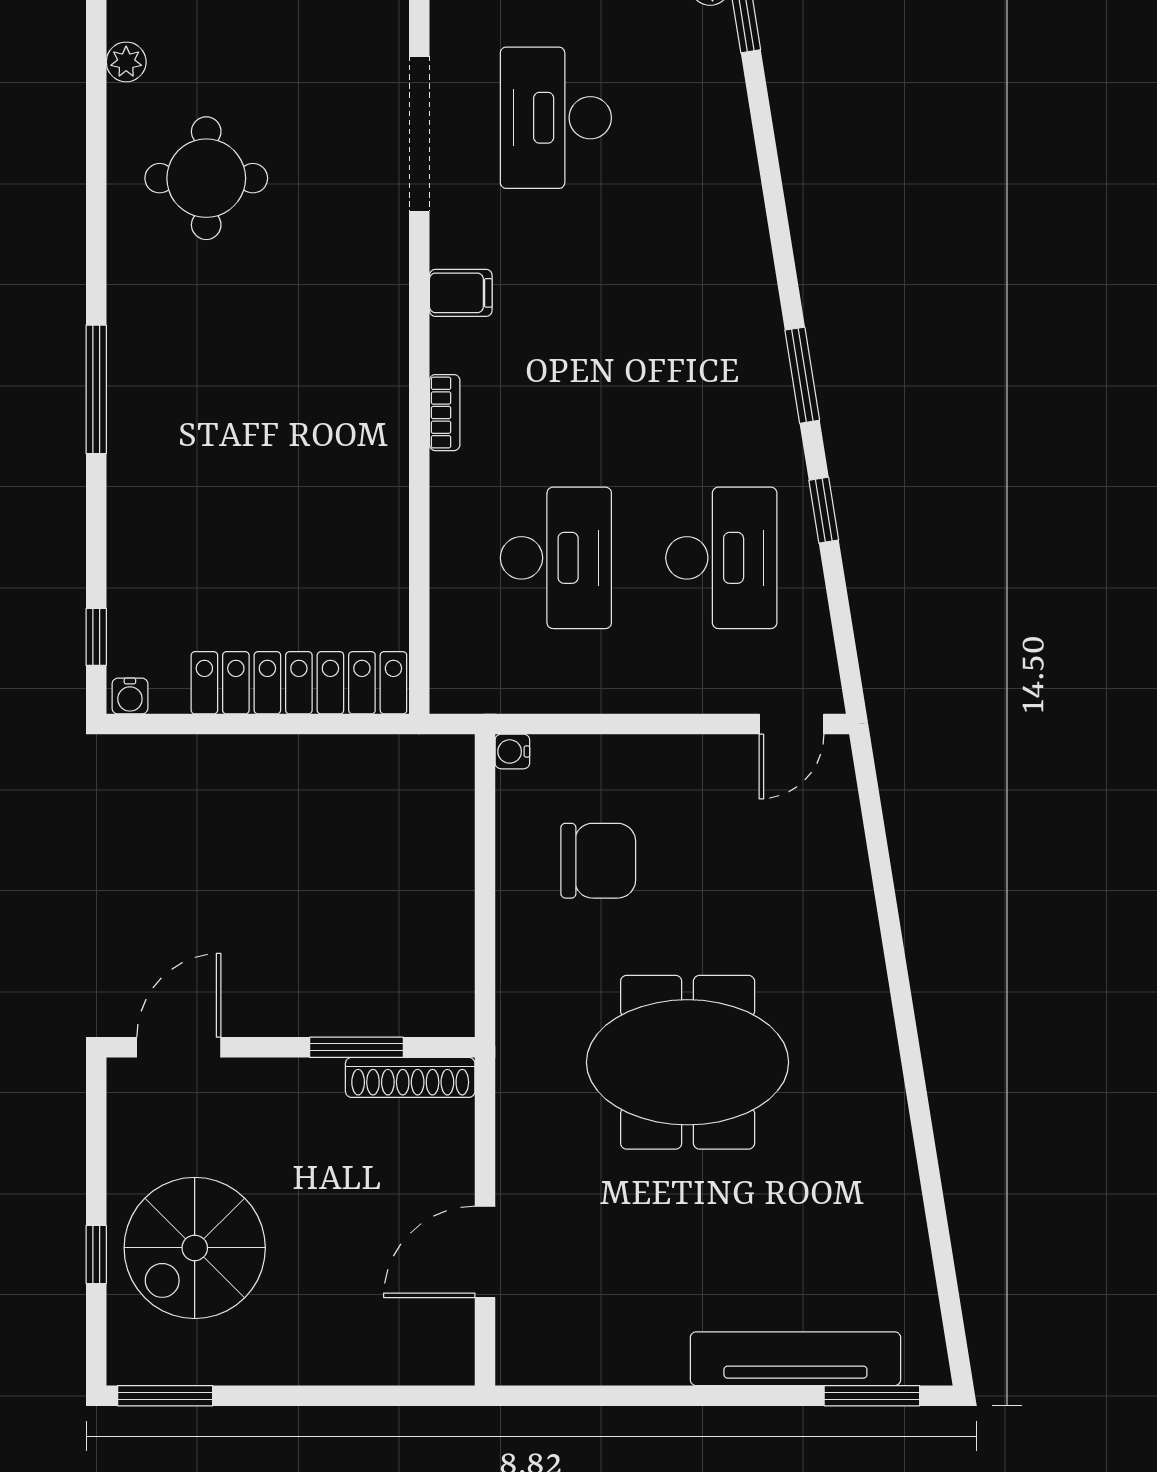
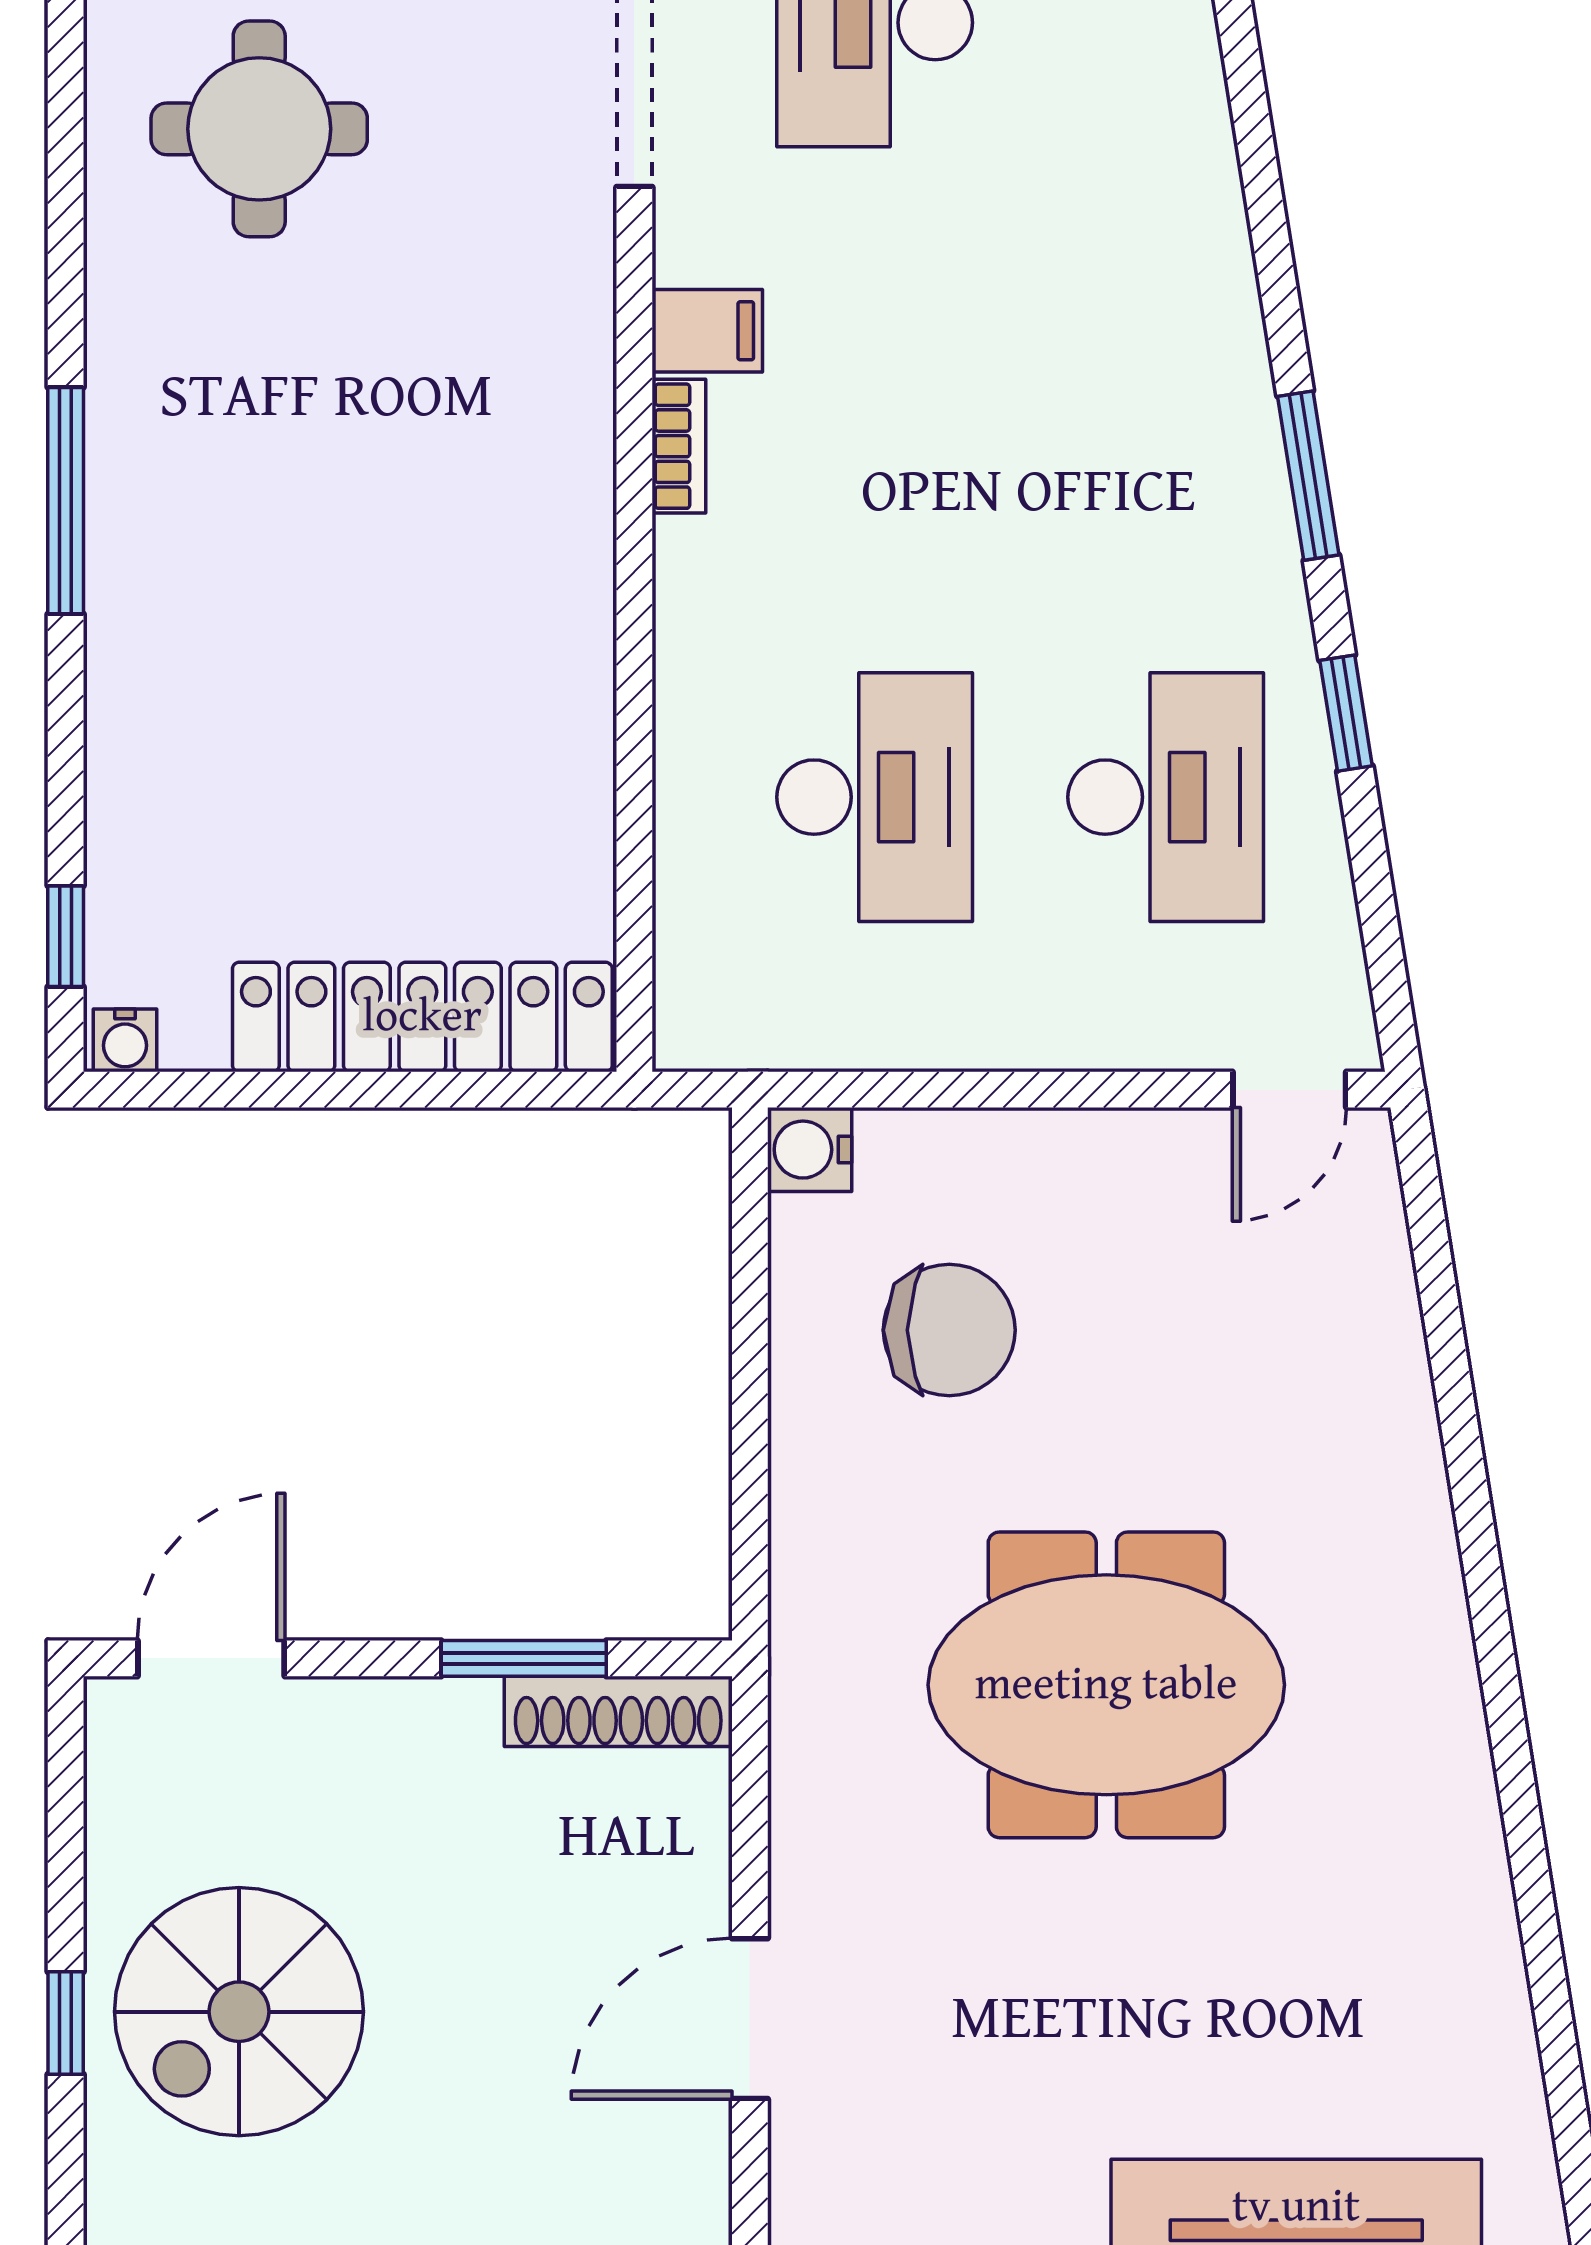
bookcase: (445, 413) -> (679, 446), moved
water cooler: (512, 751) -> (810, 1150), width x1.38, depth x1.38

